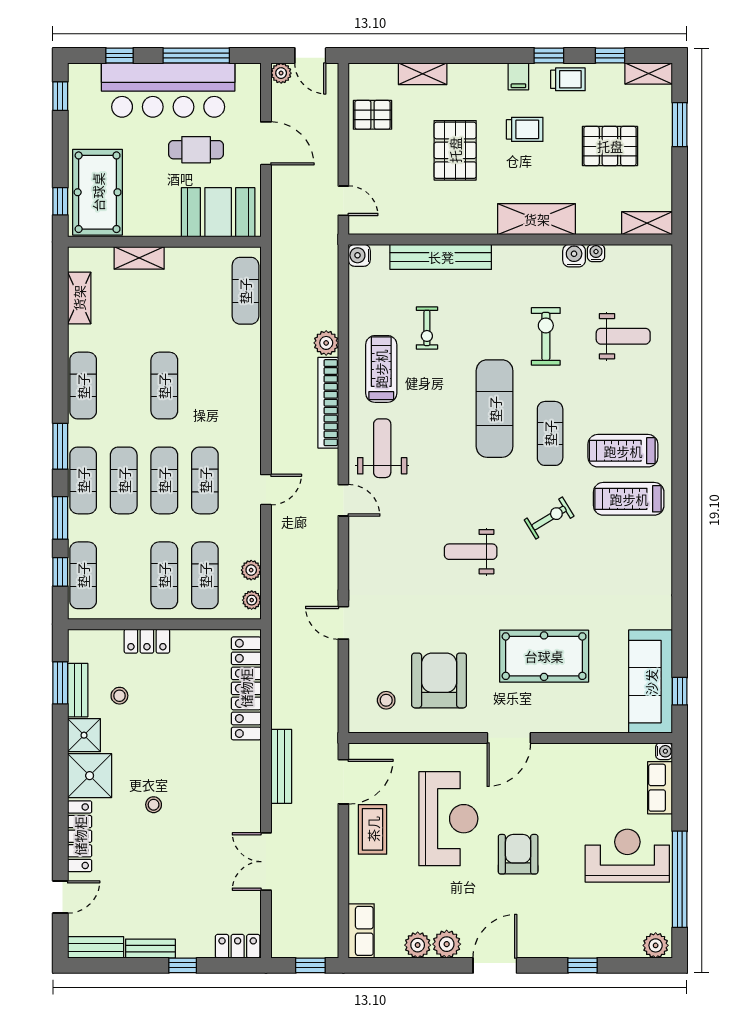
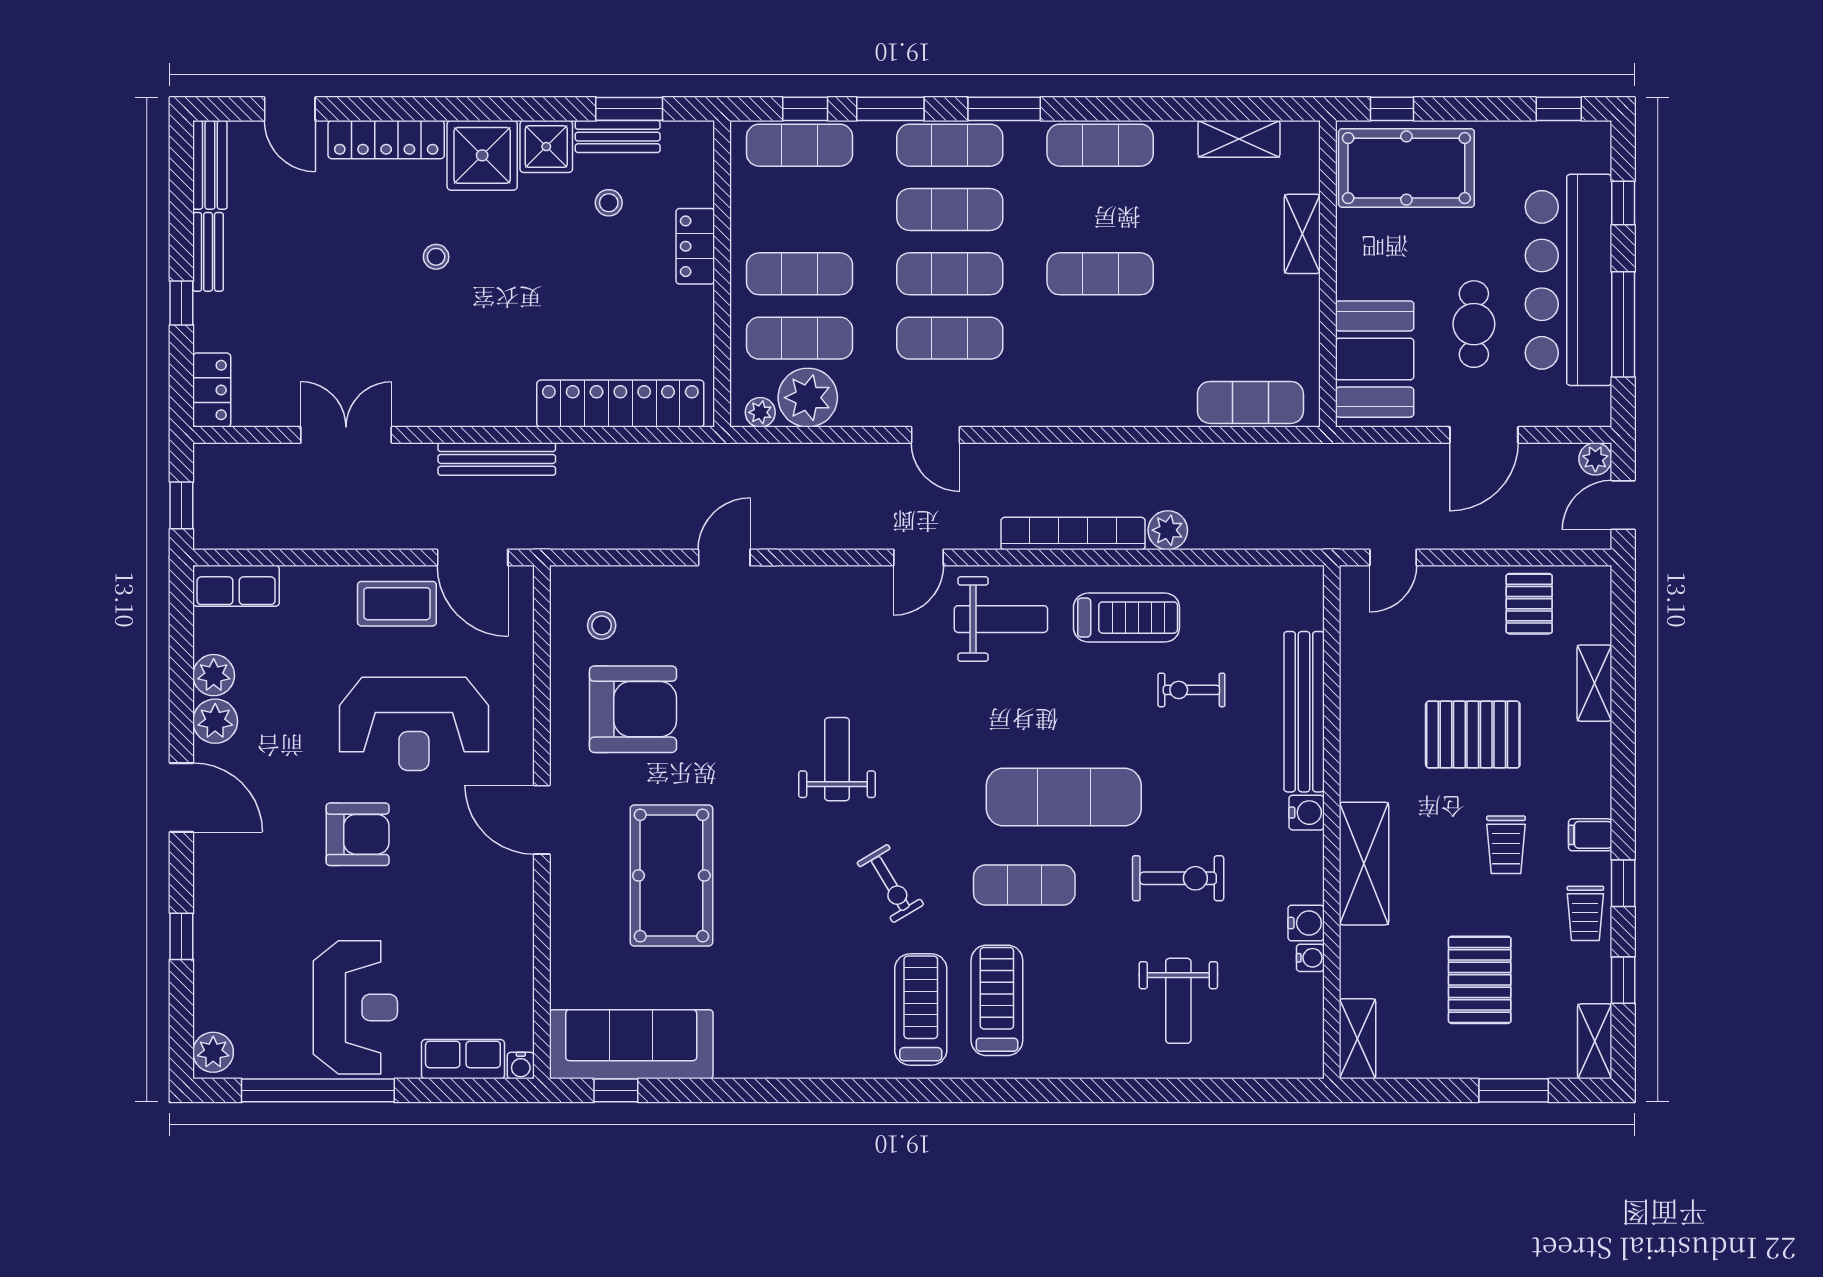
water cooler: (359, 255) -> (1307, 813), moved, turned 90
plant: (251, 570) -> (808, 398), width x1.88, depth x1.88

